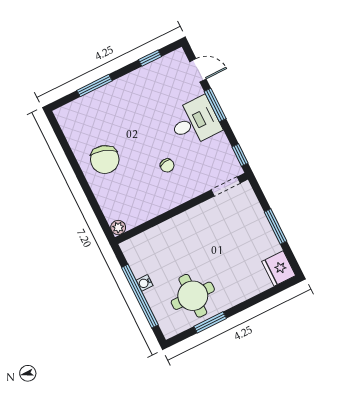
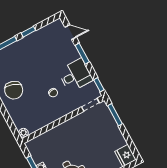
window: (150, 58) -> (28, 32), moved
desk: (195, 122) -> (75, 75), moved
window: (275, 226) -> (115, 115), moved

